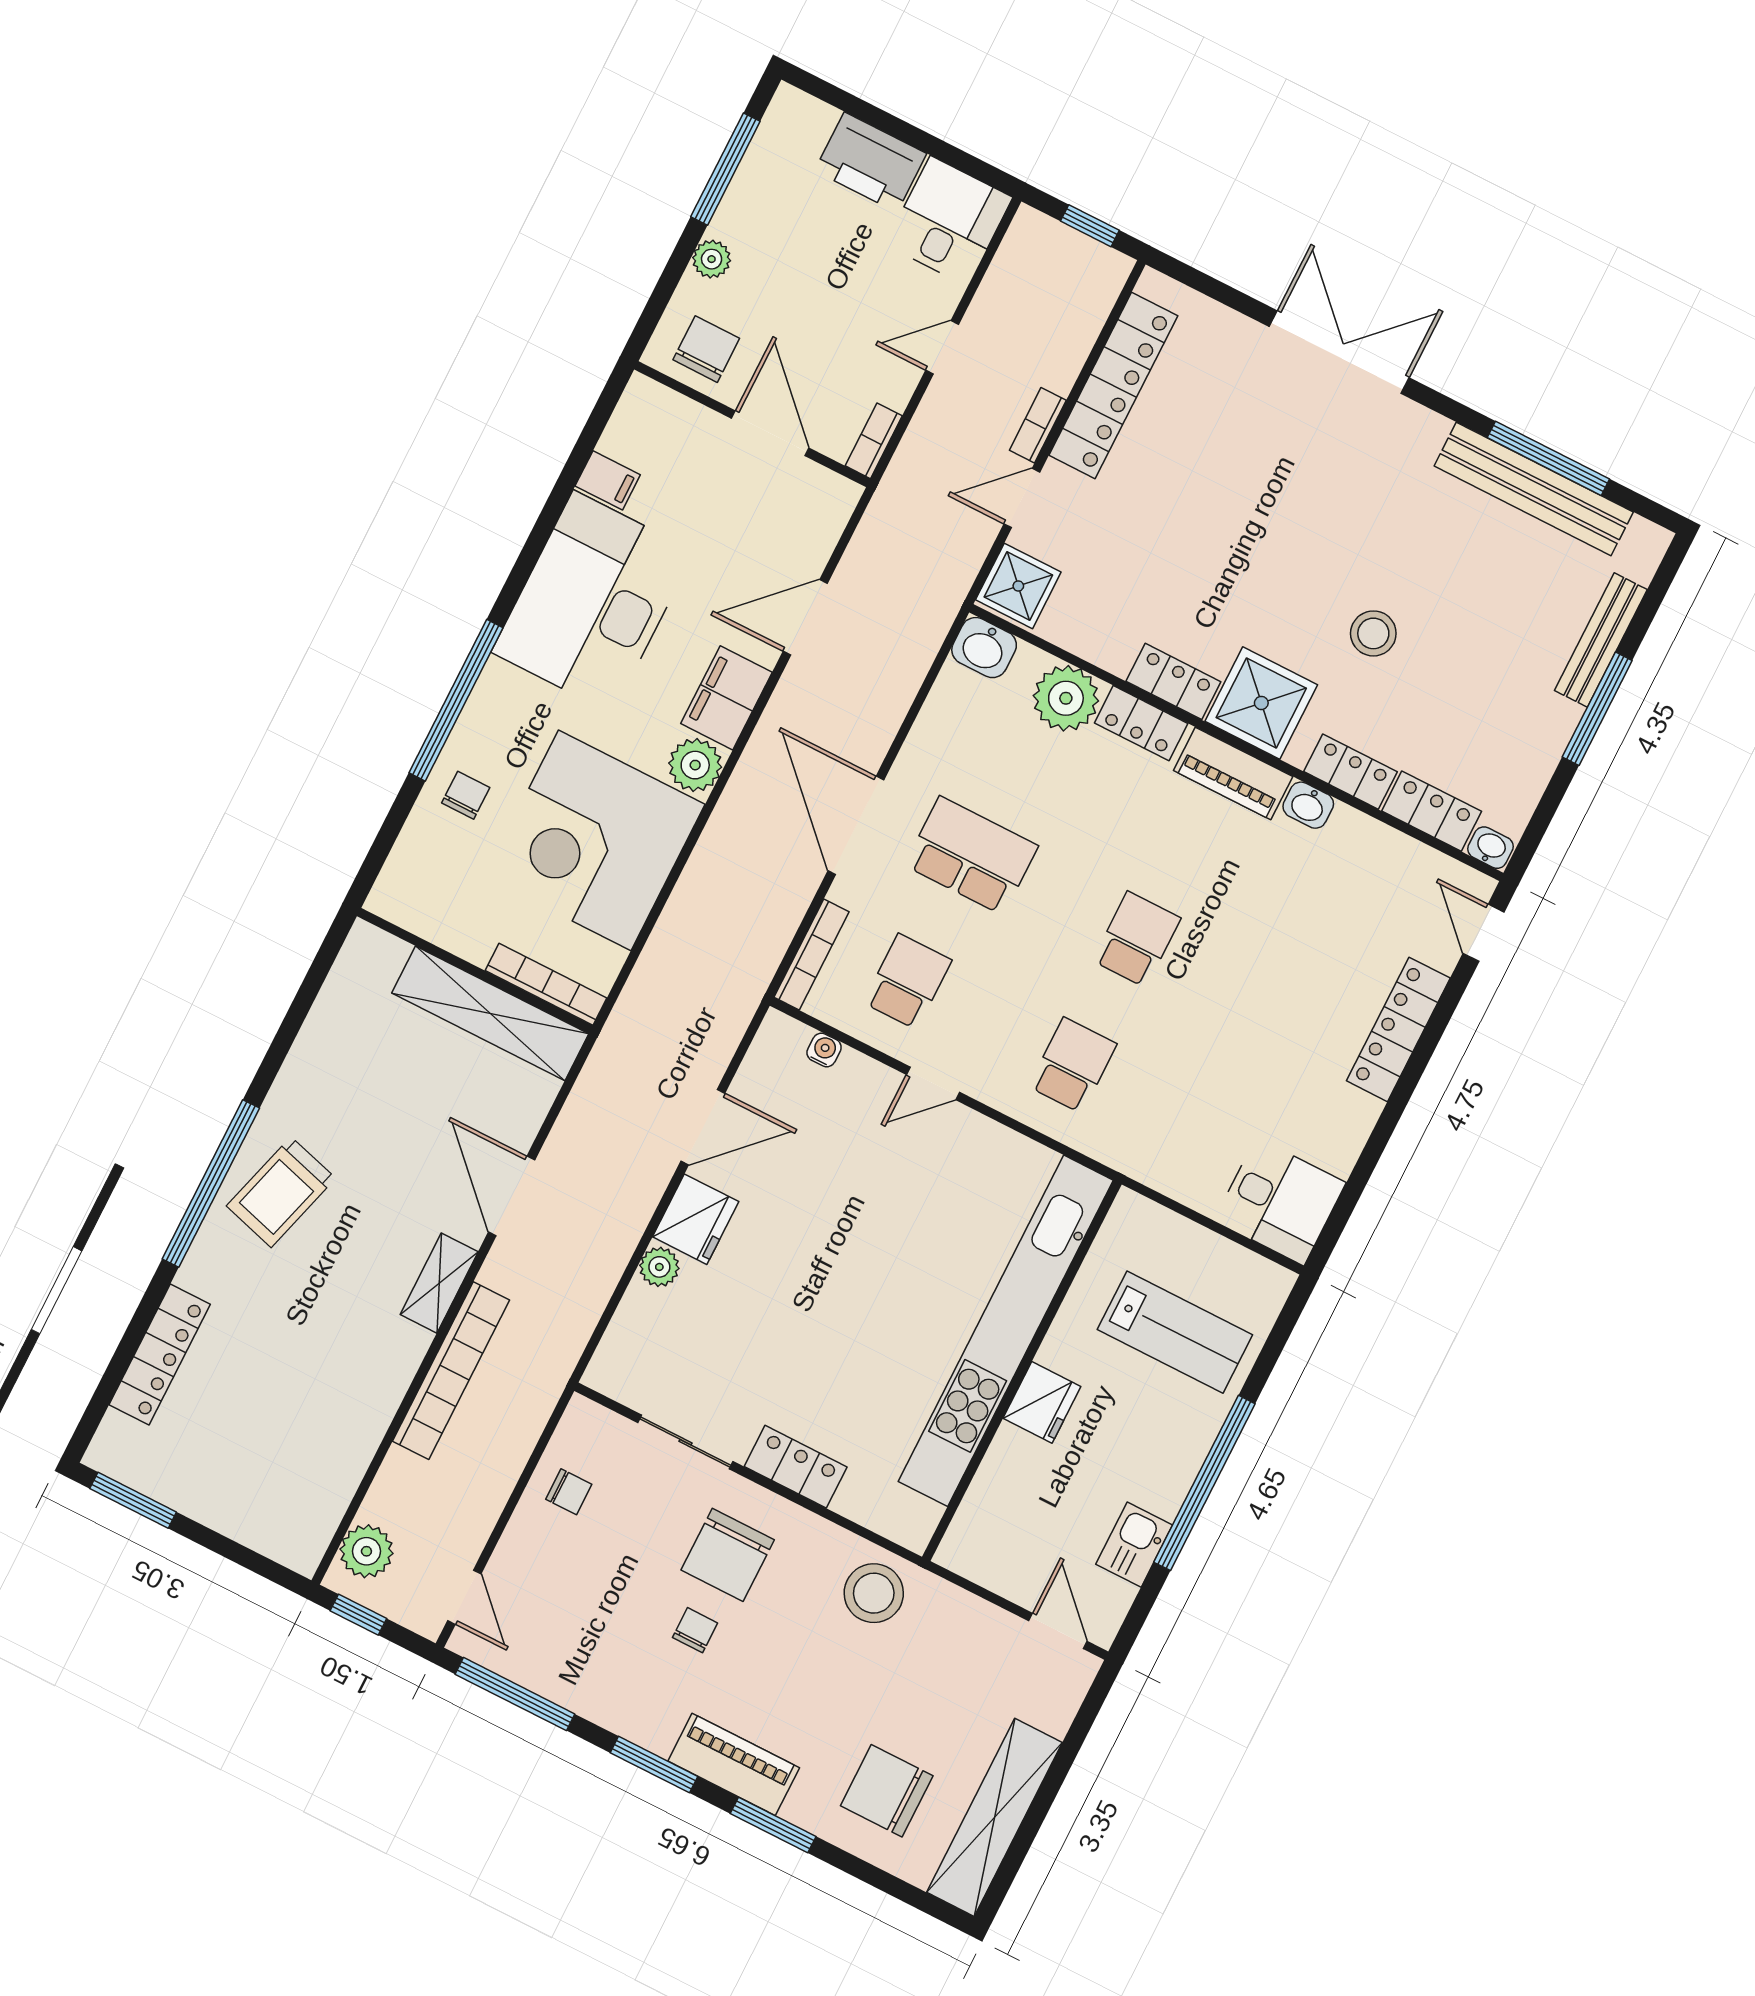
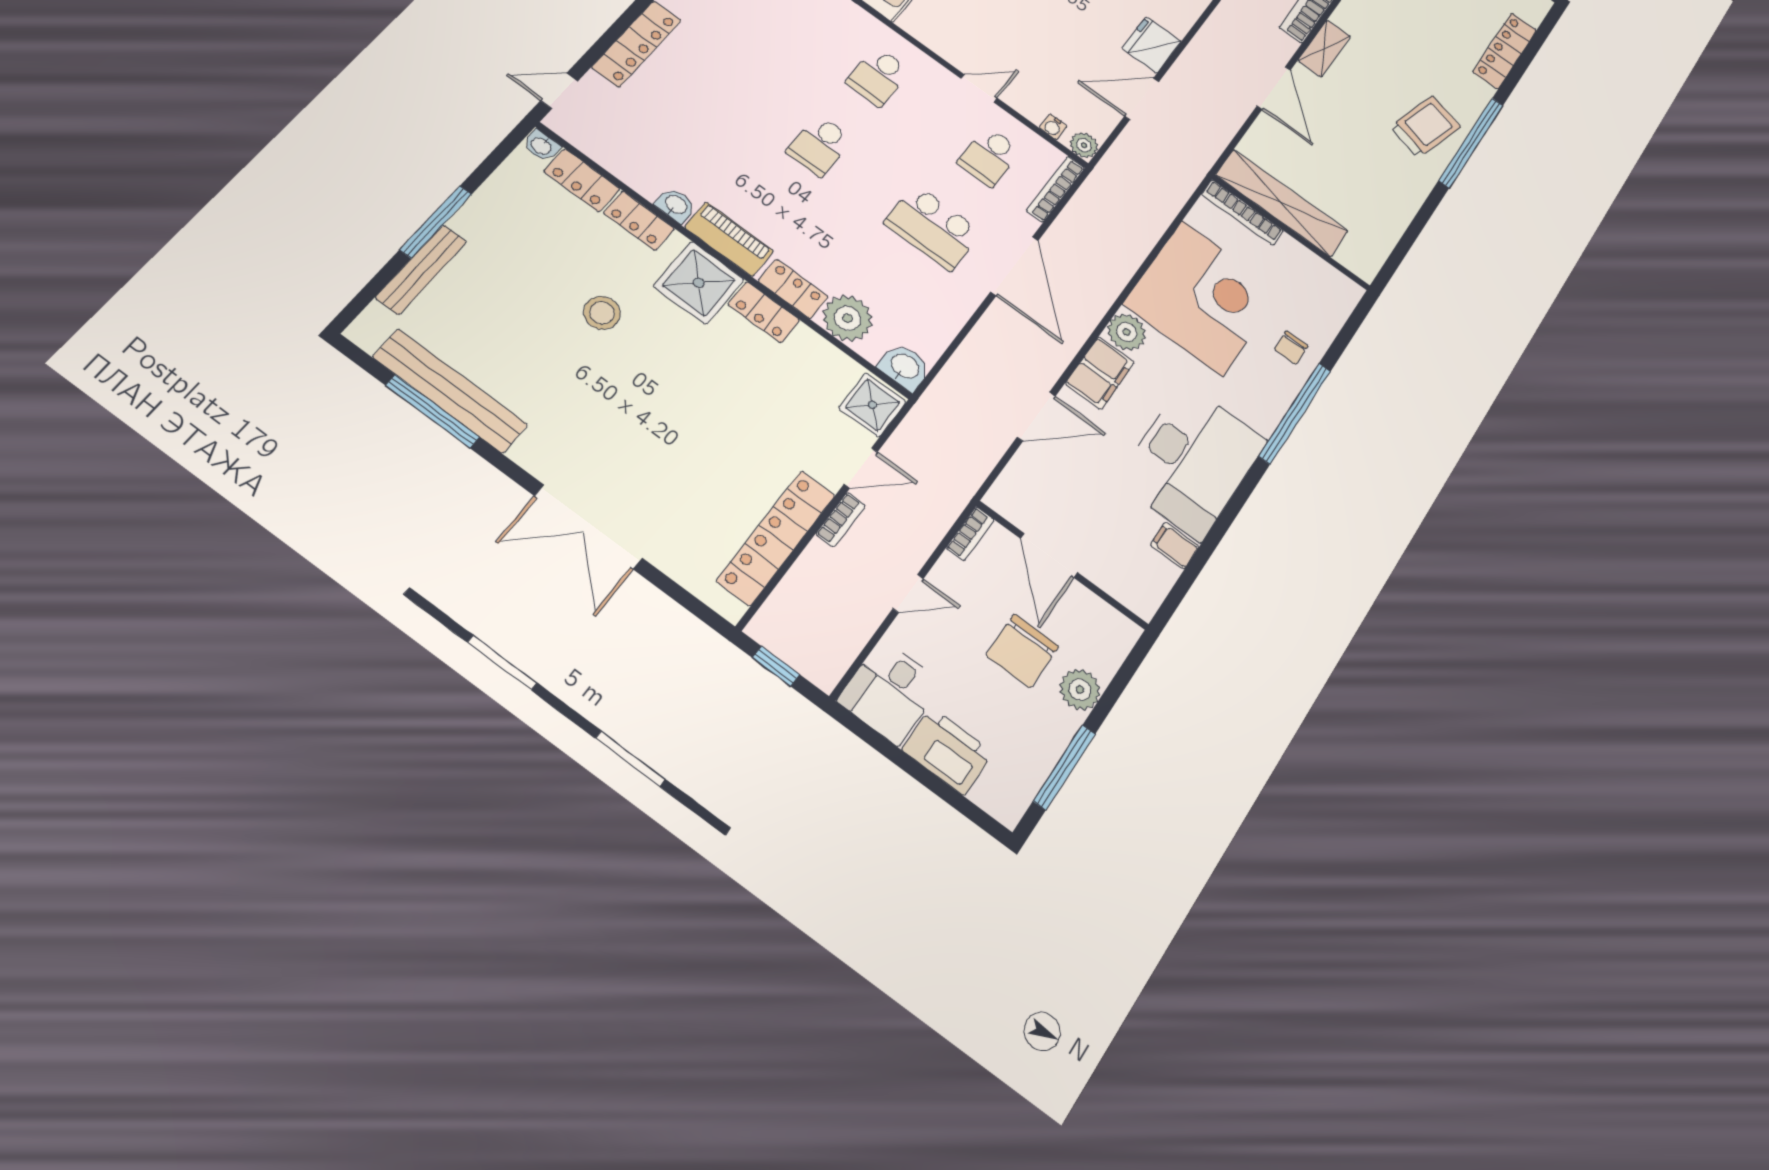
plant: (712, 259) -> (1080, 690), width x1.38, depth x1.38
chair: (706, 349) -> (1022, 651), moved, width x1.37, depth x1.37
door: (1484, 933) -> (559, 91), swing flipped
plant: (659, 1267) -> (1084, 145), moved

